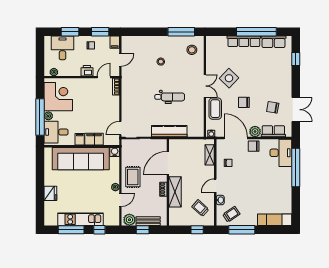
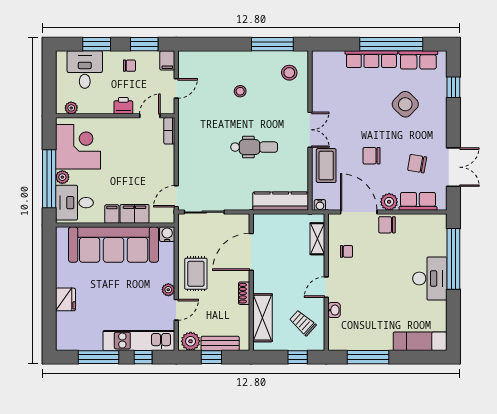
side table: (229, 78) -> (405, 104), moved
kitchen counter: (169, 131) -> (281, 201), moved
desk: (281, 153) -> (430, 278), moved
shelving: (175, 192) -> (263, 318), moved
trolley: (231, 214) -> (352, 333), removed
kitchen unit: (81, 219) -> (139, 341), moved

